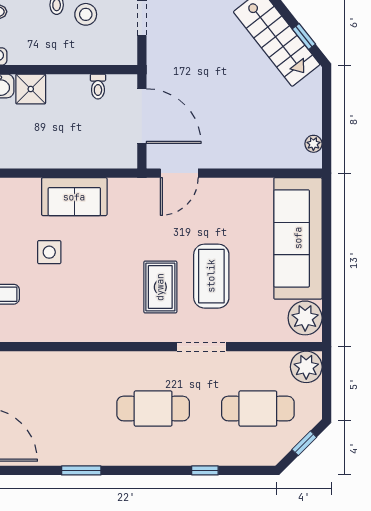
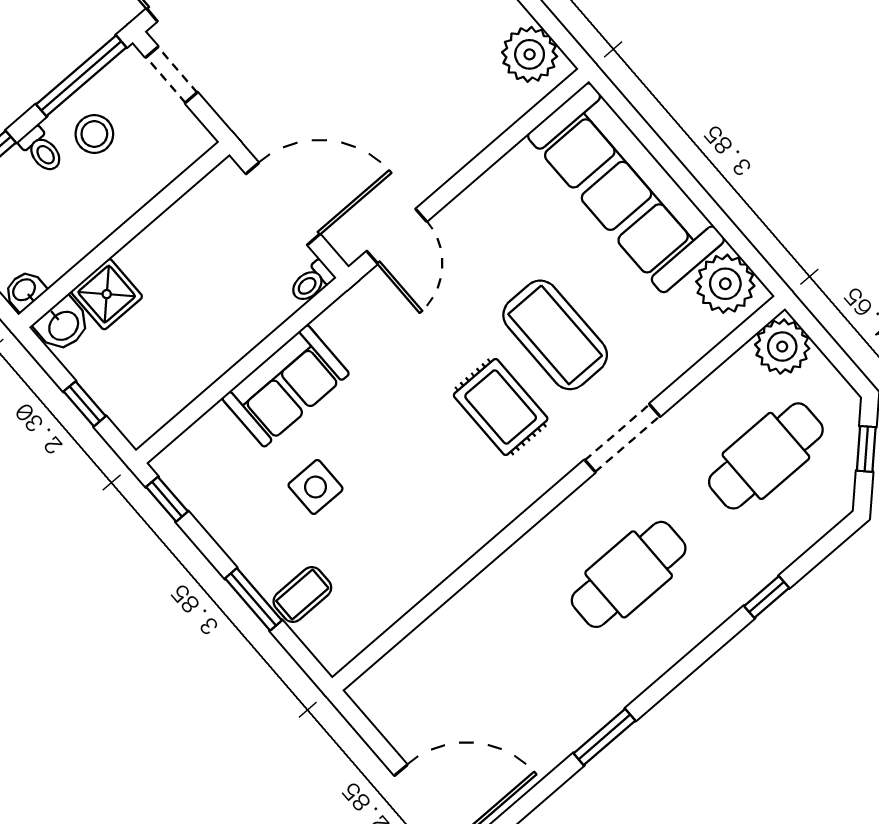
toilet: (98, 87) -> (312, 282), moved, turned 90
plant: (313, 144) -> (530, 54), width x1.88, depth x1.88

